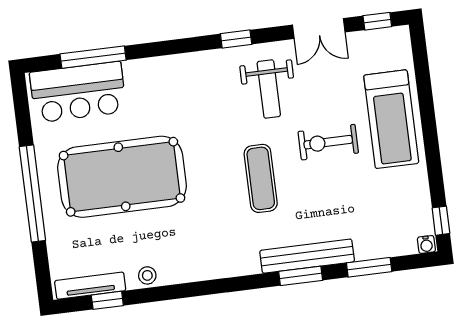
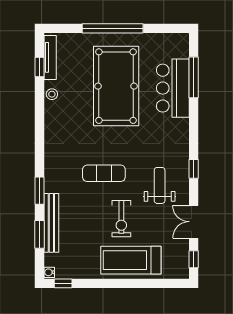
weight bench: (269, 89) -> (160, 185), turned 90
bar counter: (78, 92) -> (173, 88), moved
exercise bike: (328, 142) -> (121, 219), turned 180
bench: (307, 256) -> (51, 223), moved

